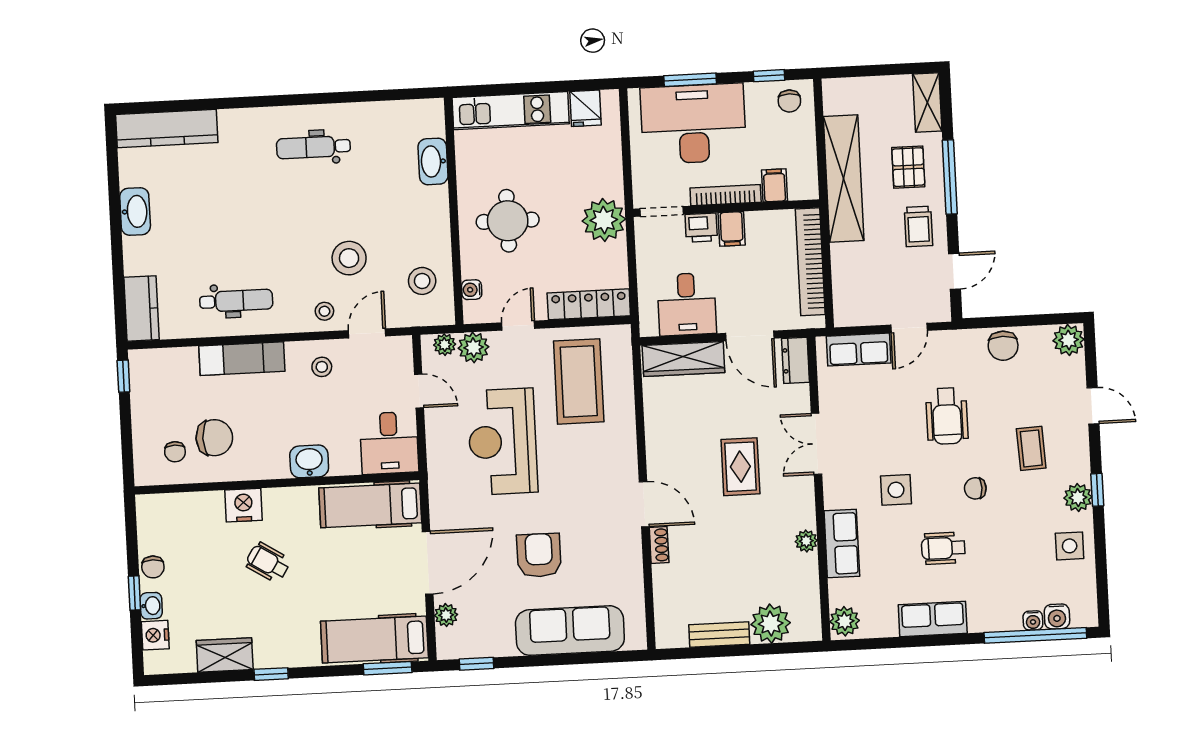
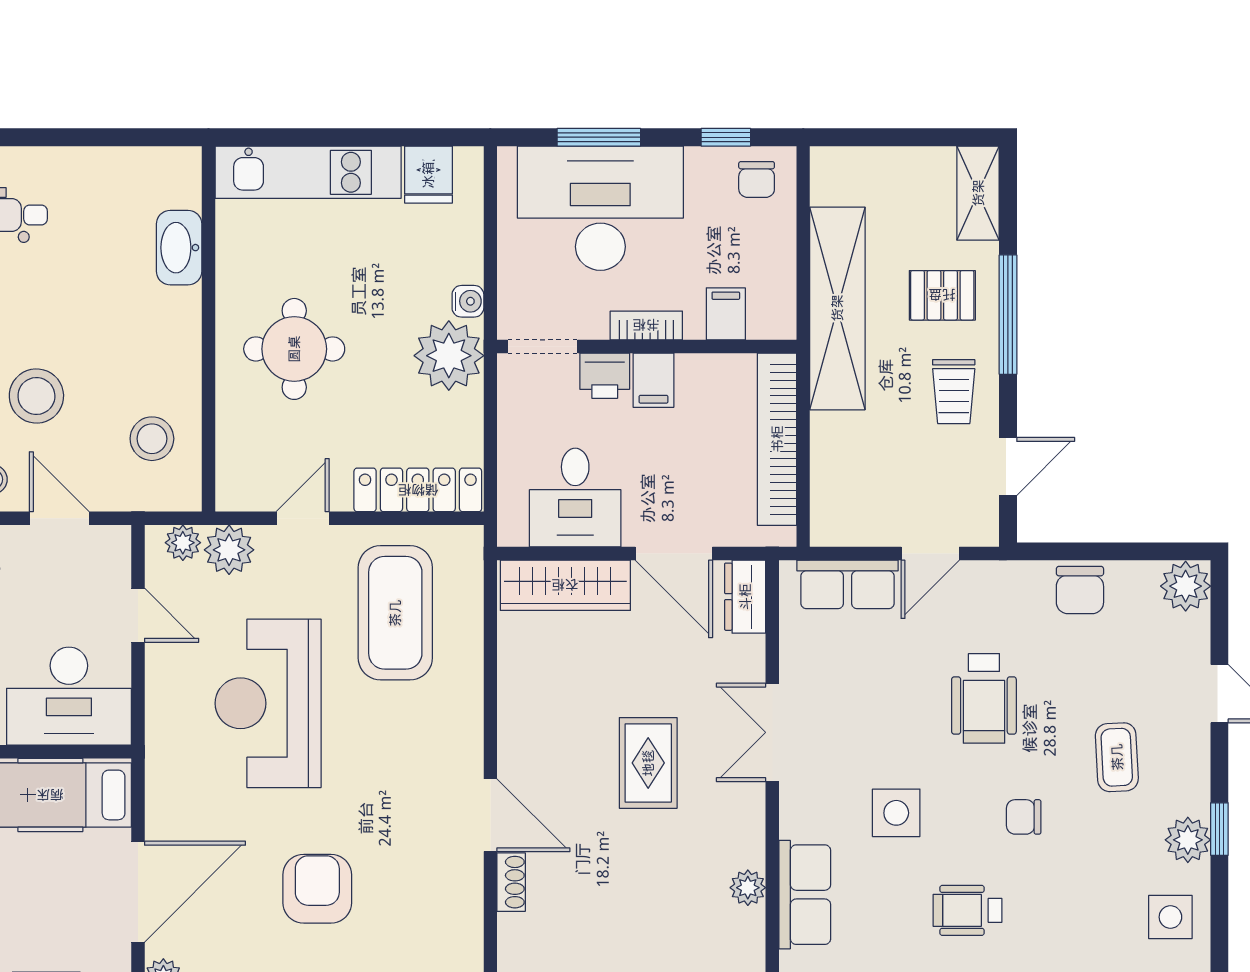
pallet: (908, 167) -> (942, 295), turned 90
bookcase: (726, 195) -> (646, 325), width x0.64
water cooler: (472, 290) -> (468, 301), moved, turned 180
door: (367, 333) -> (59, 518), hinge flipped
desk: (389, 443) -> (69, 696), width x1.37

